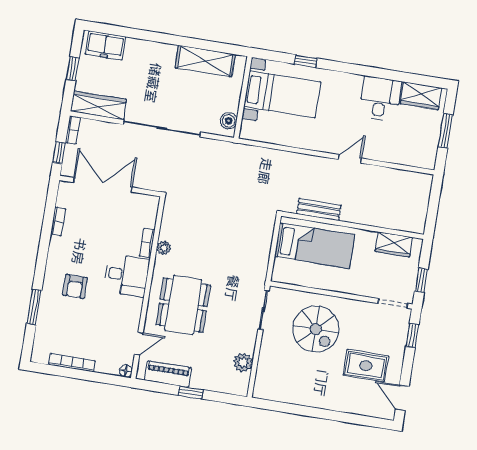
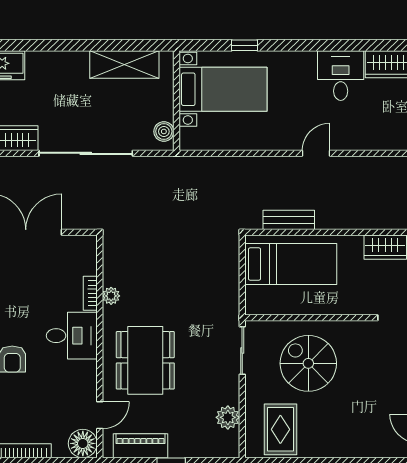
spiral stairs: (316, 329) -> (308, 363), turned 180
rug: (366, 366) -> (280, 429), moved, turned 90
floor lamp: (126, 371) -> (83, 443), width x1.89, depth x1.89

